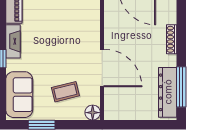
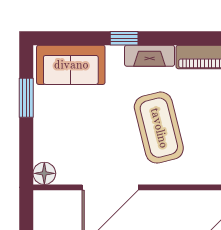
coffee table: (65, 92) -> (159, 128), moved, width x1.86, depth x1.72

